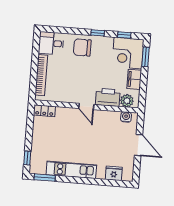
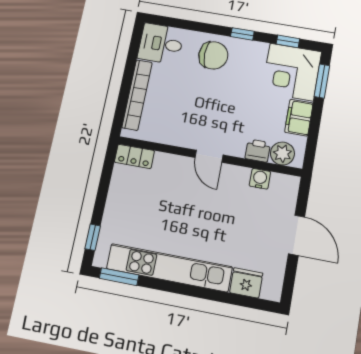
chair: (82, 47) -> (213, 55), turned 180
printer: (108, 97) -> (258, 151), width x0.53, depth x0.68
water cooler: (126, 117) -> (260, 179), moved
kitchen unit: (71, 170) -> (169, 268), width x1.36

